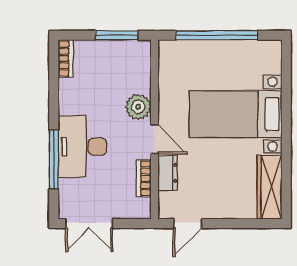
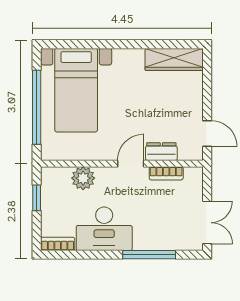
window: (117, 35) -> (37, 198), width x0.67
plant: (138, 107) -> (83, 178), moved
bed with nightstands: (236, 114) -> (76, 90), moved
desk: (82, 147) -> (104, 229), moved

